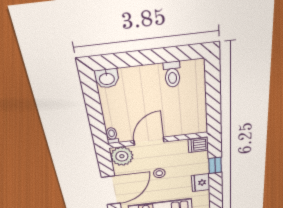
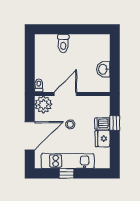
toilet: (172, 75) -> (63, 43), moved
washbasin: (107, 78) -> (103, 69), moved, turned 90
dishwasher: (198, 145) -> (102, 124), moved

